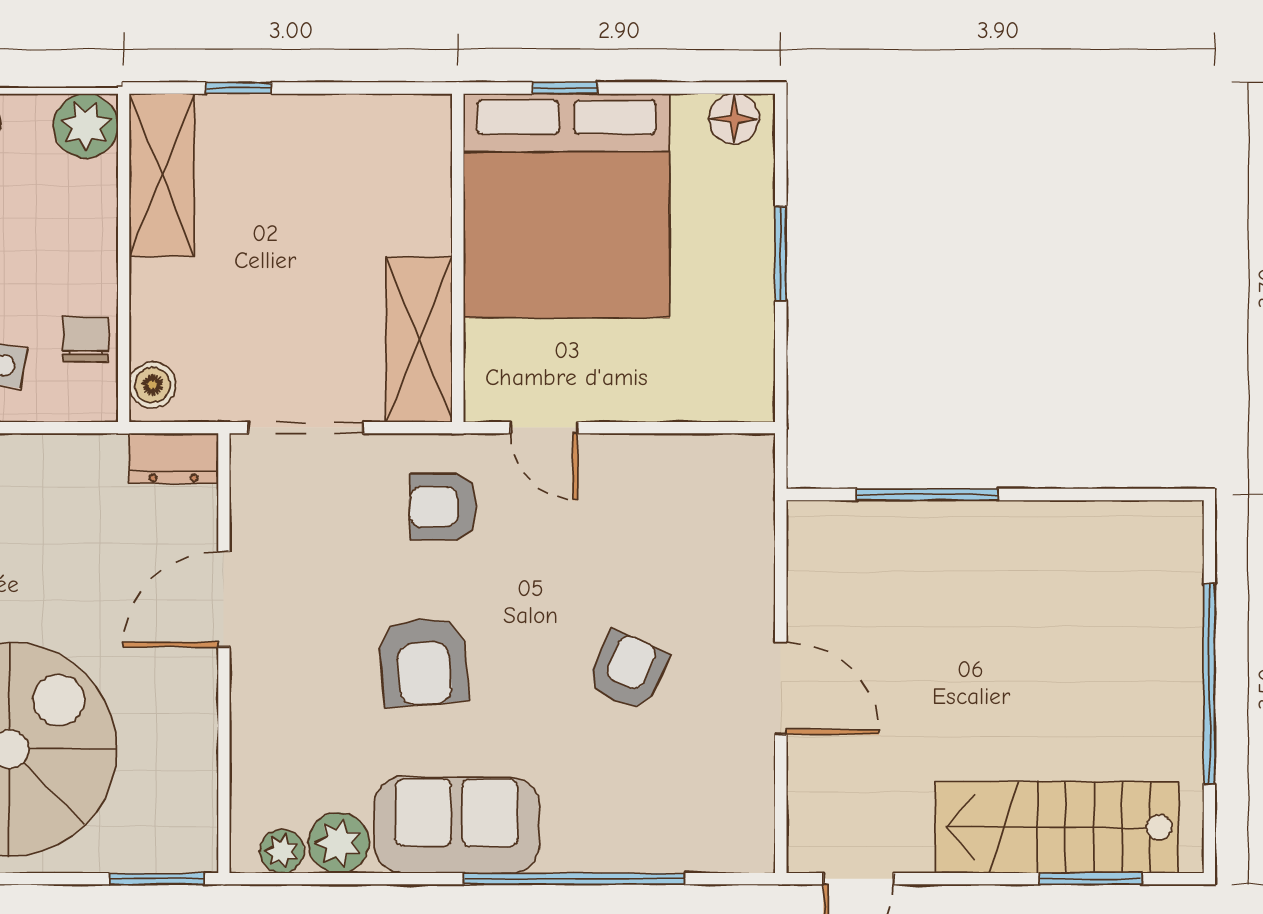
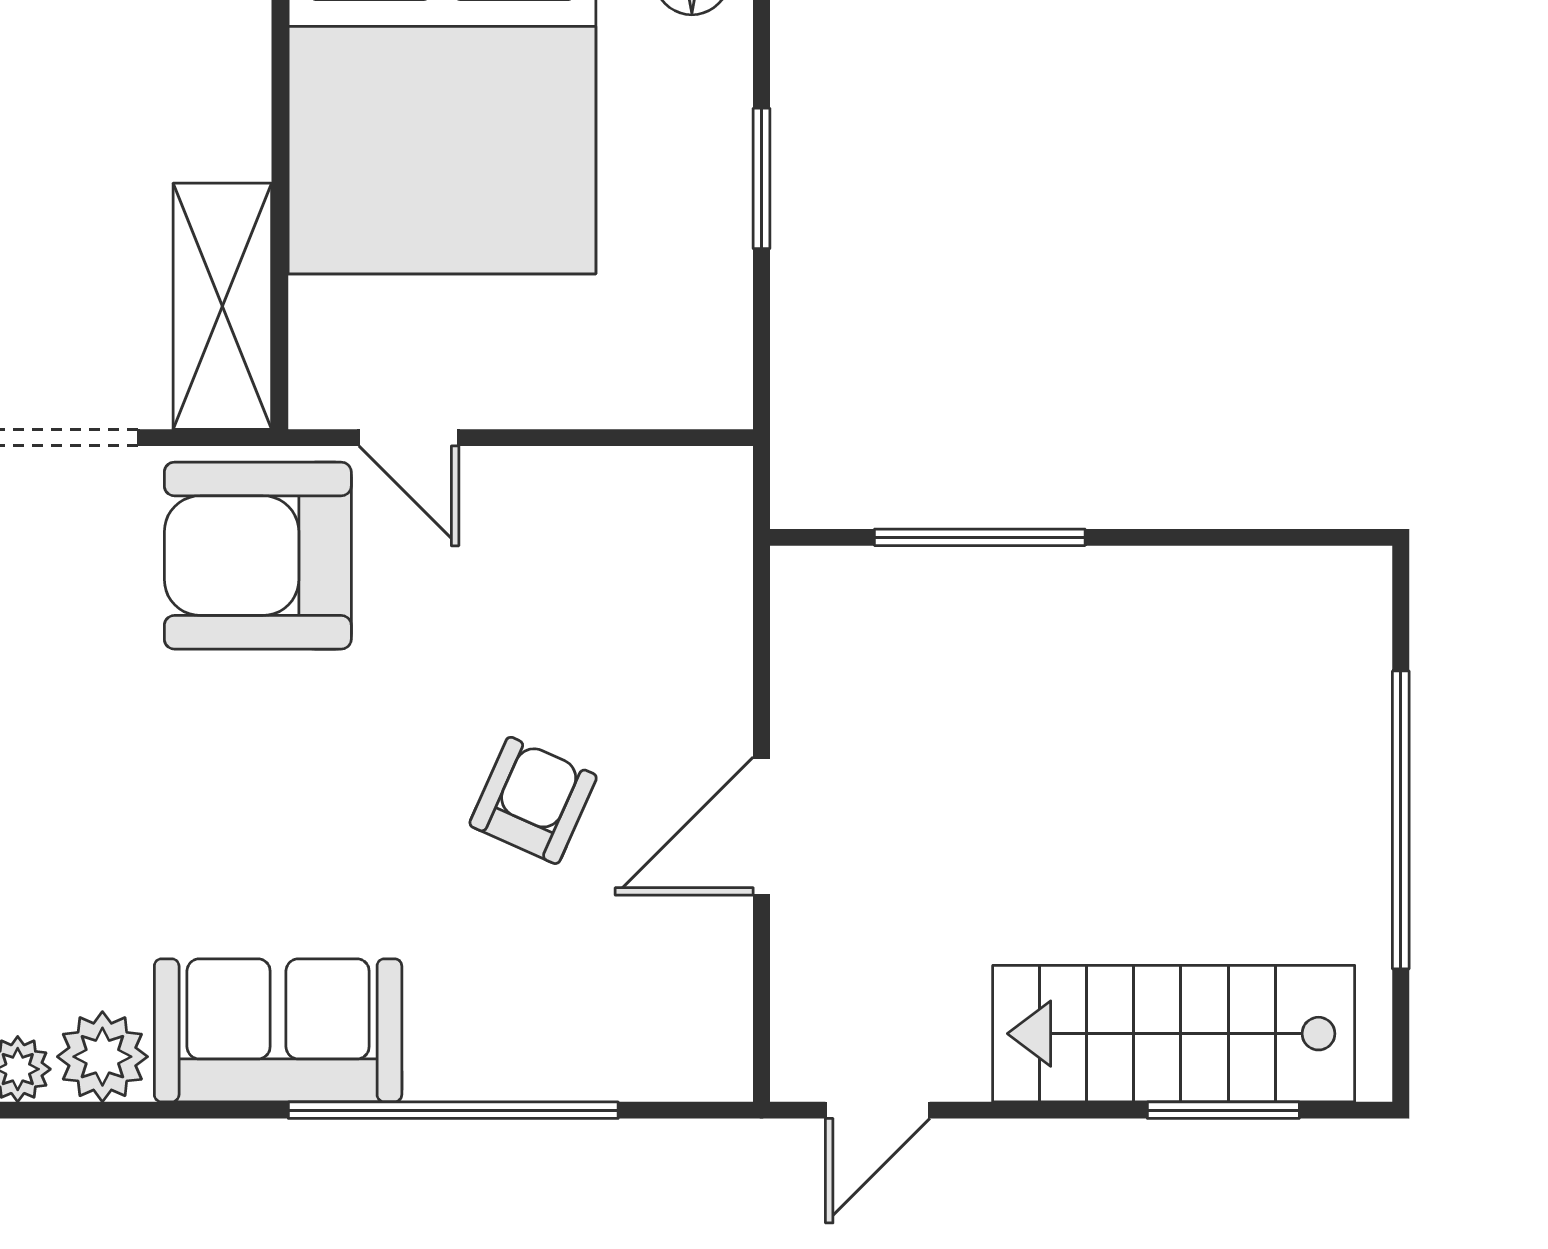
armchair: (443, 507) -> (258, 556), width x1.88, depth x1.88
armchair: (423, 662) -> (229, 787), removed
door: (781, 688) -> (761, 826), swing flipped

